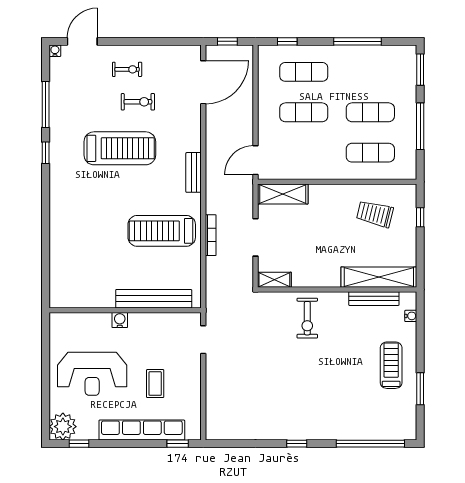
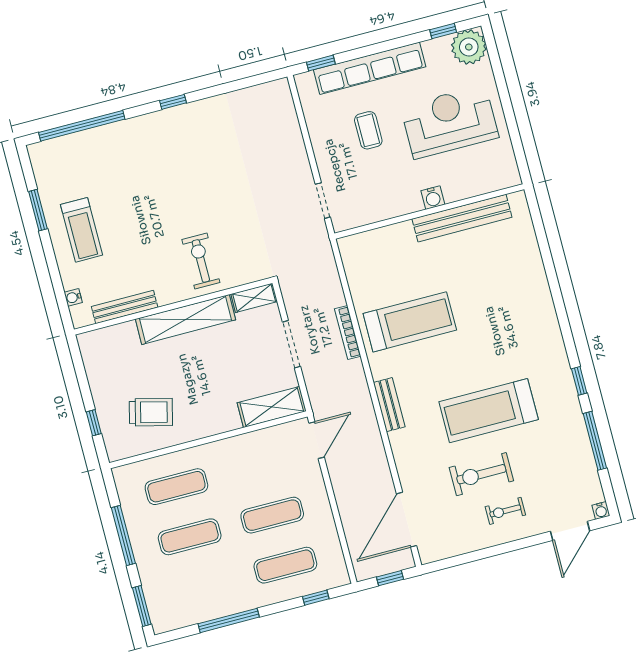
exercise bike: (138, 102) -> (481, 474), width x1.38, depth x1.39
shelving: (379, 277) -> (186, 319), moved
bench: (154, 299) -> (462, 218), moved

